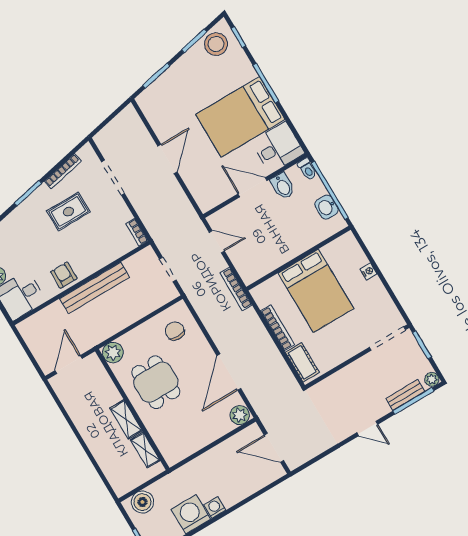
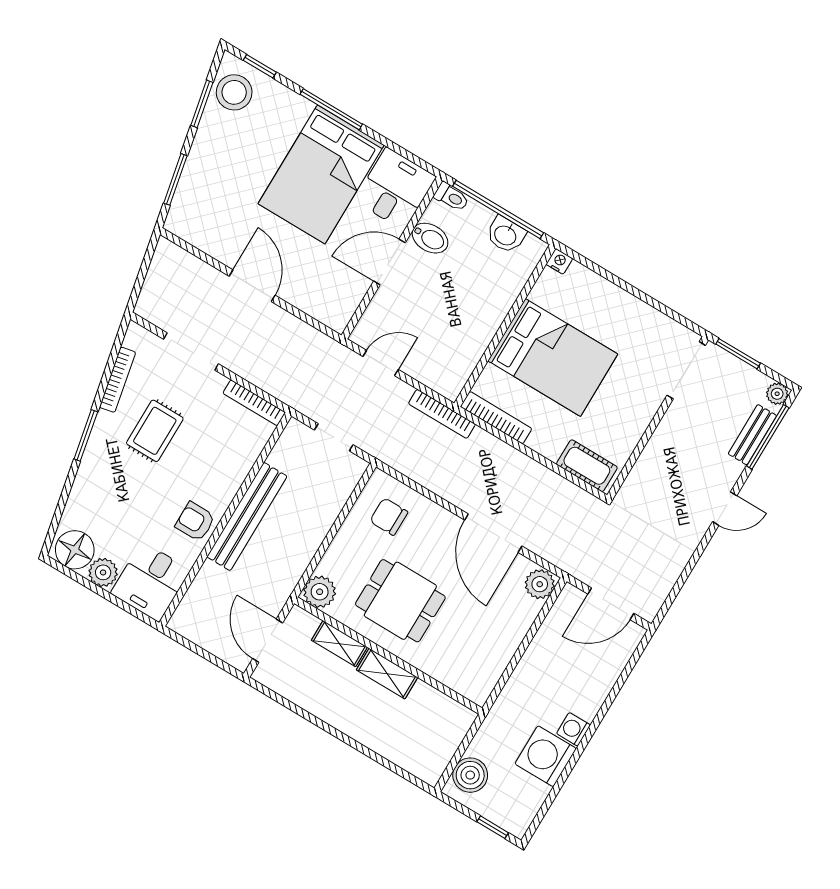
bookcase: (137, 232) -> (254, 403), width x1.56
nightstand: (368, 271) -> (559, 261), moved
bookcase: (278, 328) -> (496, 418), moved
shelving: (145, 450) -> (339, 644), moved

